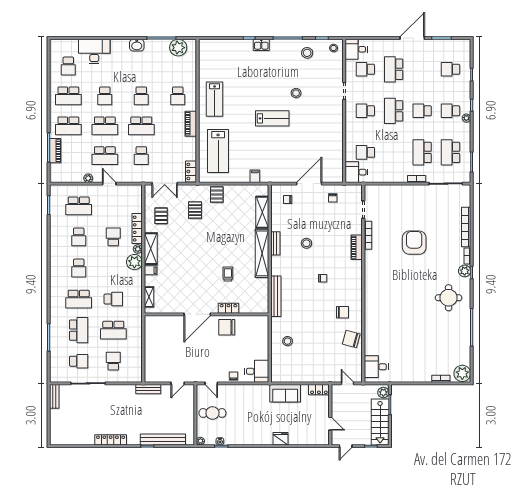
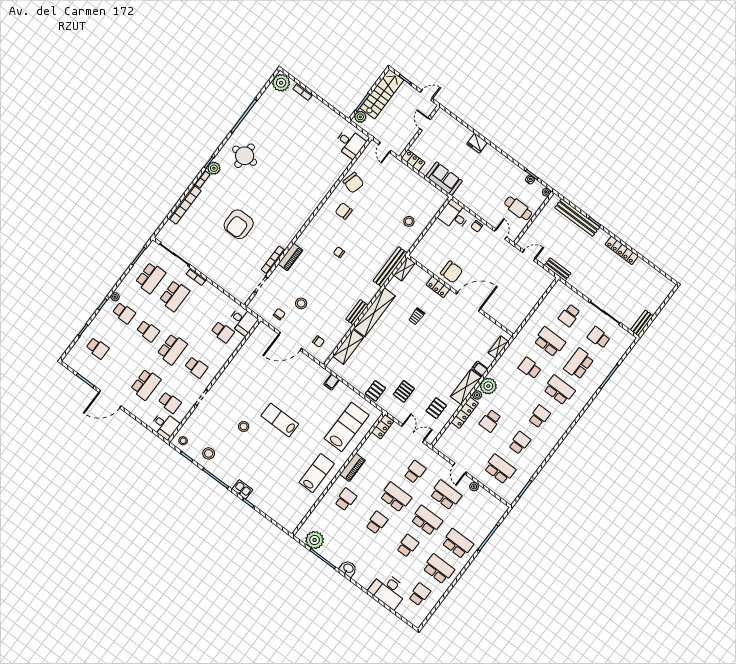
piano: (55, 151) -> (485, 531), removed
stool: (306, 243) -> (301, 303), moved
shelving: (264, 303) -> (404, 269), added

